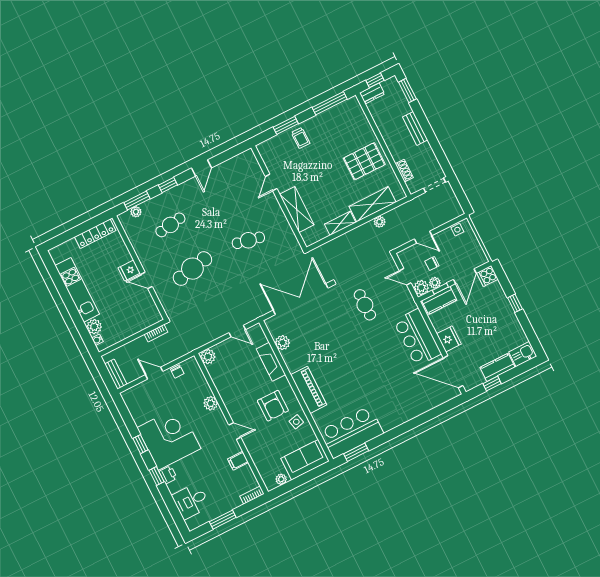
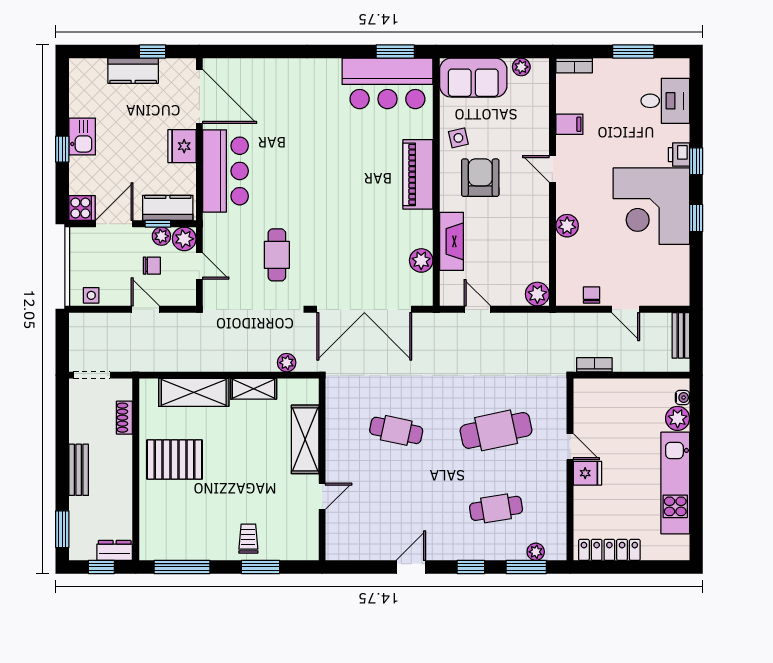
plant: (380, 222) -> (287, 363), moved
kitchen sink: (523, 354) -> (82, 137), moved, turned -90

